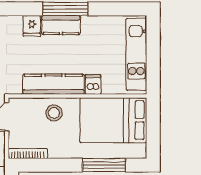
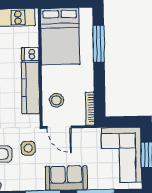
stool: (54, 113) -> (56, 100), moved

